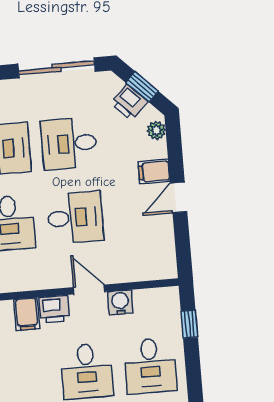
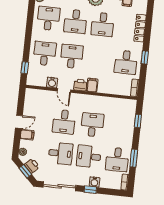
desk: (75, 218) -> (64, 122), turned -90

